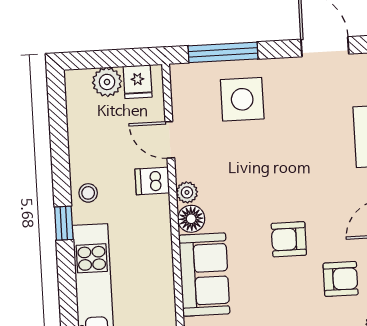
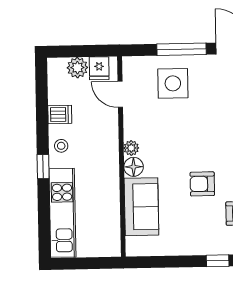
window: (223, 52) -> (181, 49), moved
door: (170, 140) -> (120, 94), moved
dishwasher: (152, 181) -> (60, 114), moved, turned 180

